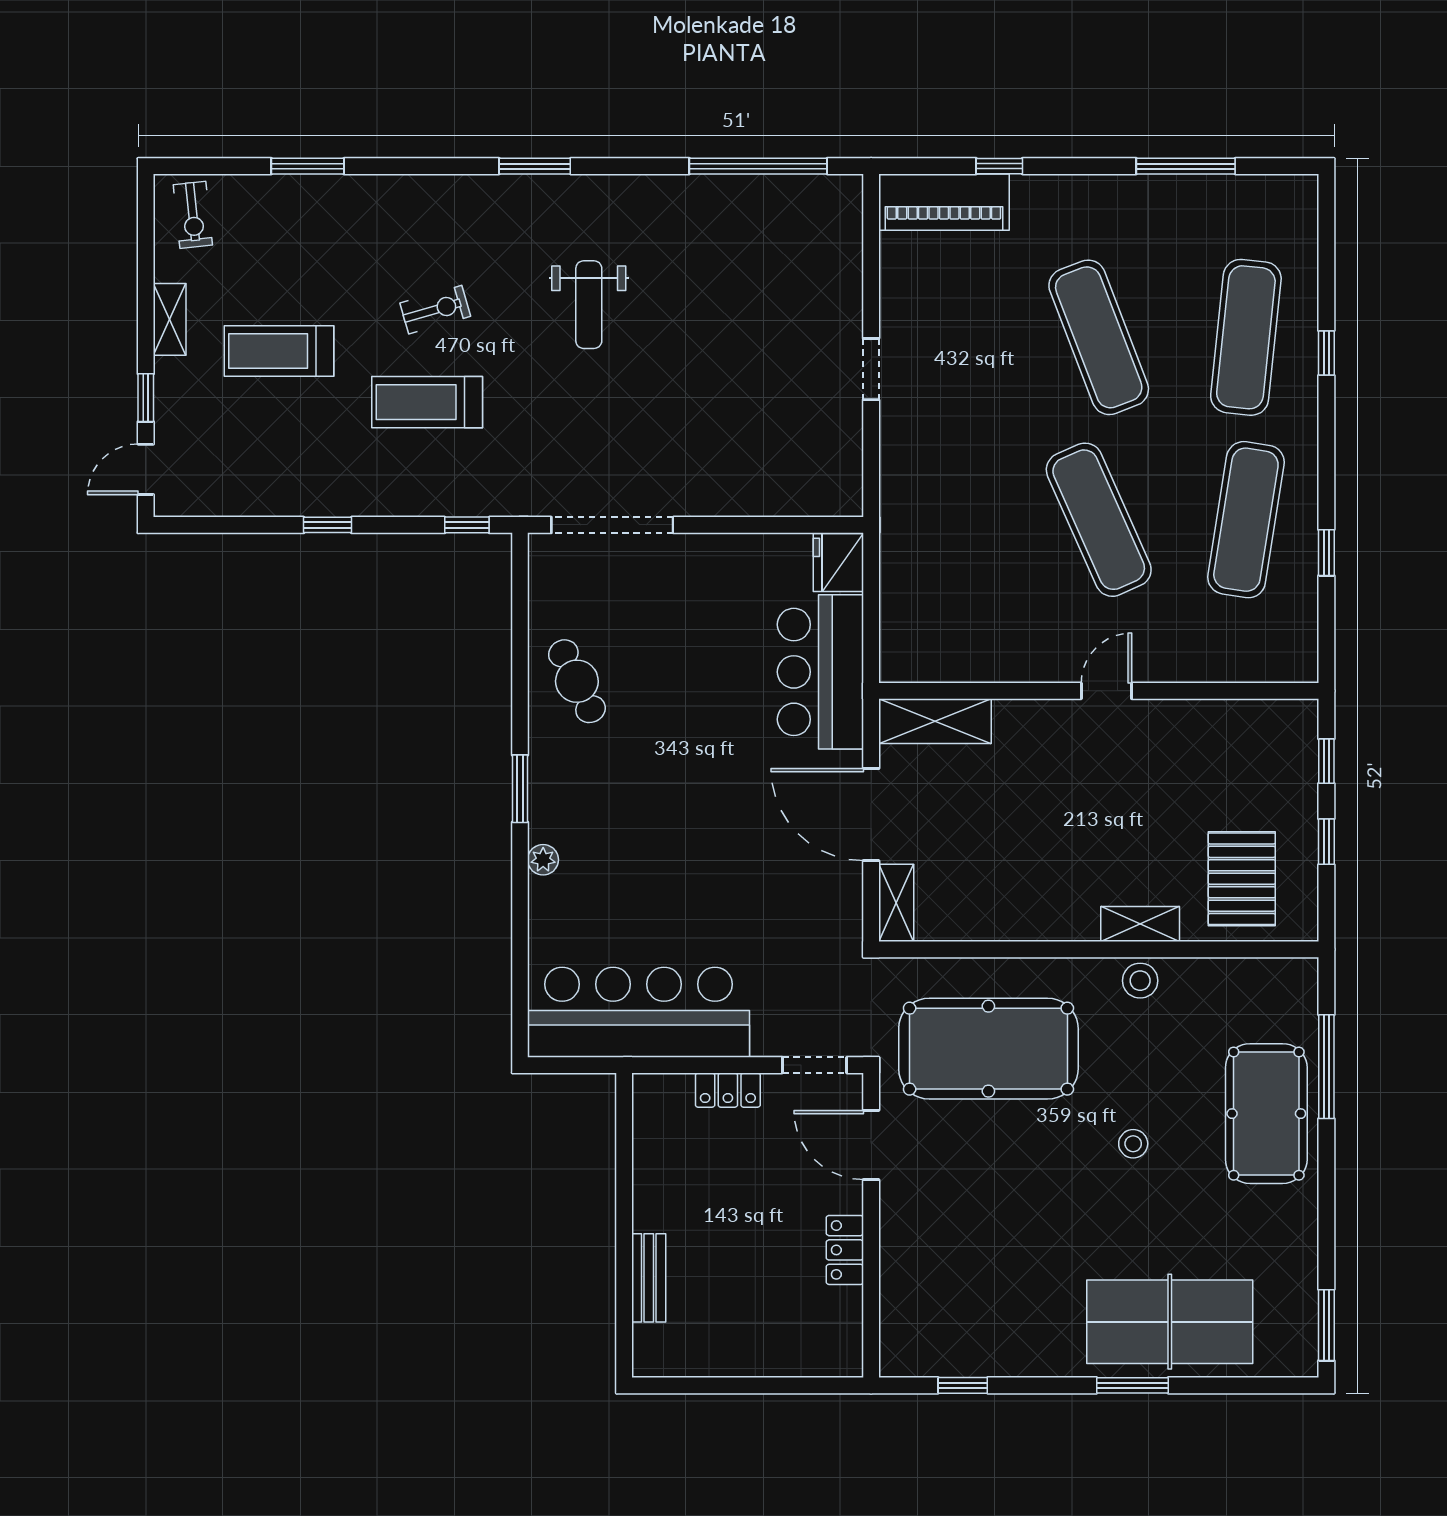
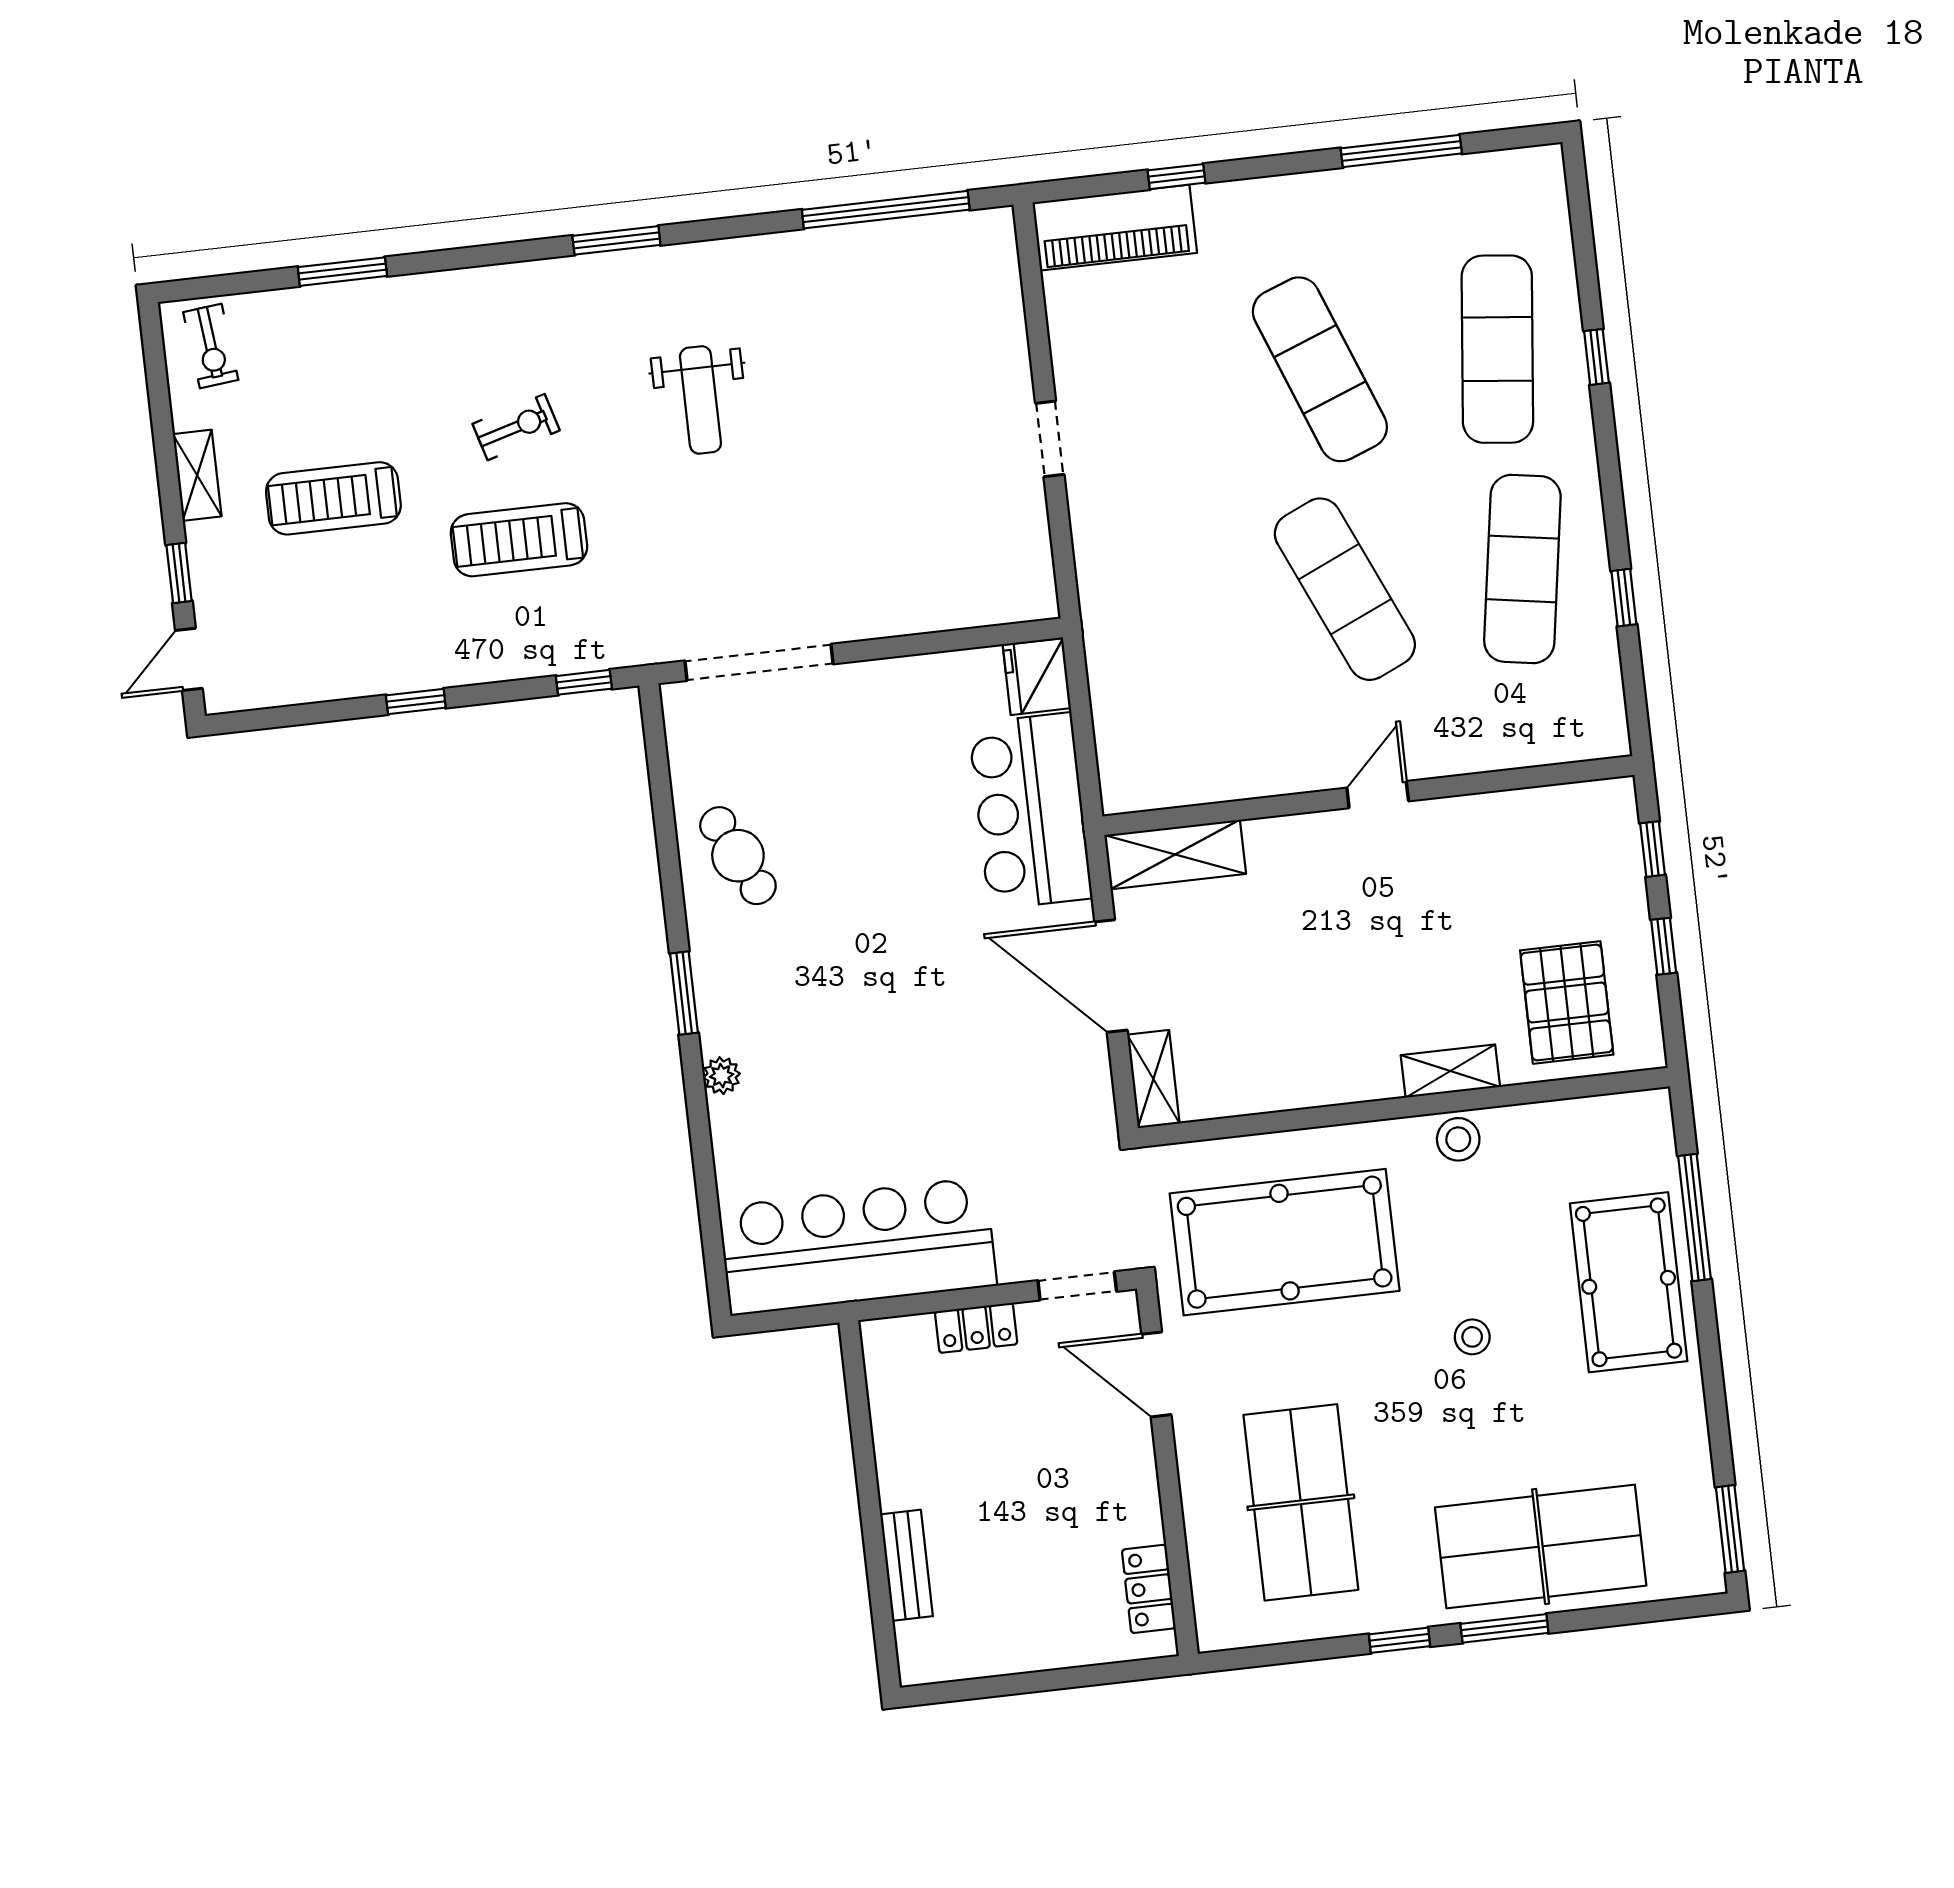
locker: (845, 1250) -> (1149, 1589), moved
table tennis table: (977, 1263) -> (1301, 1502), added
window: (963, 1385) -> (1399, 1640), moved

